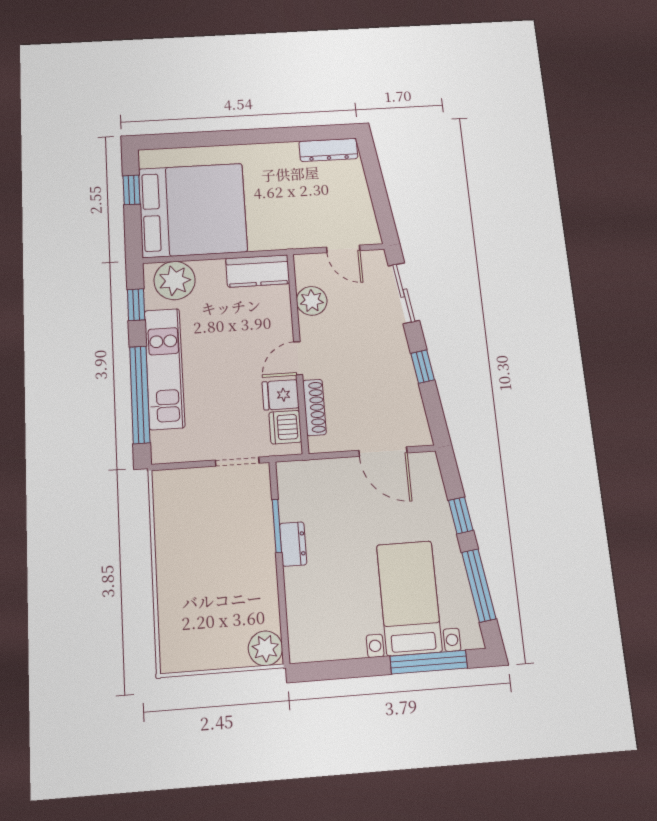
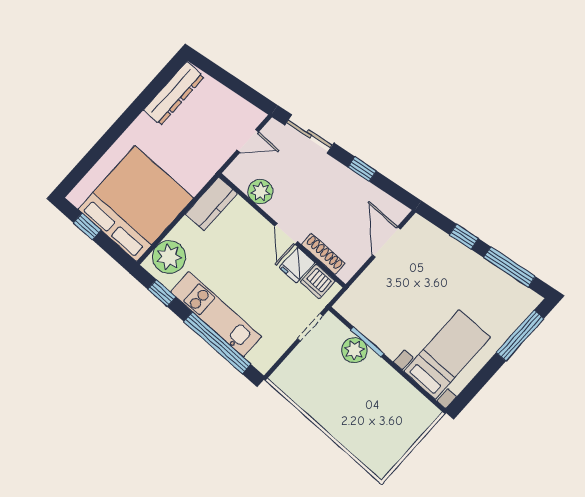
dresser: (328, 150) -> (174, 93), width x1.37, depth x1.24
door: (383, 452) -> (386, 242), swing flipped
dresser: (293, 544) -> (386, 343), removed
bed with nightstands: (409, 598) -> (447, 354), moved, turned 90
plant: (265, 648) -> (354, 350), moved

